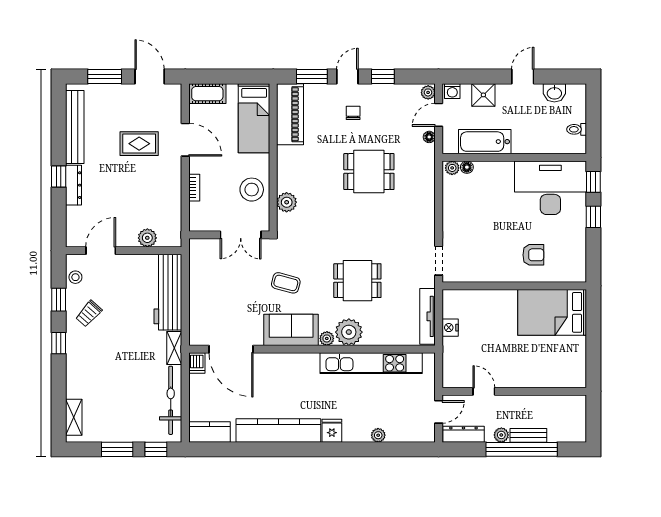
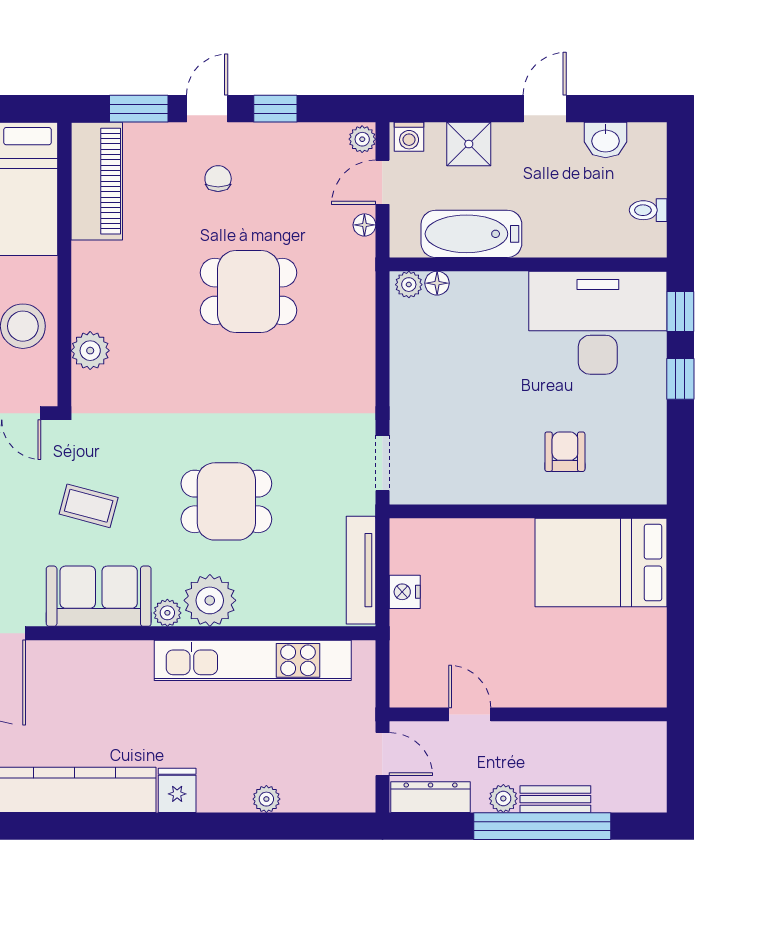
armchair: (533, 255) -> (565, 452), turned -90
door: (439, 412) -> (382, 754), hinge flipped

